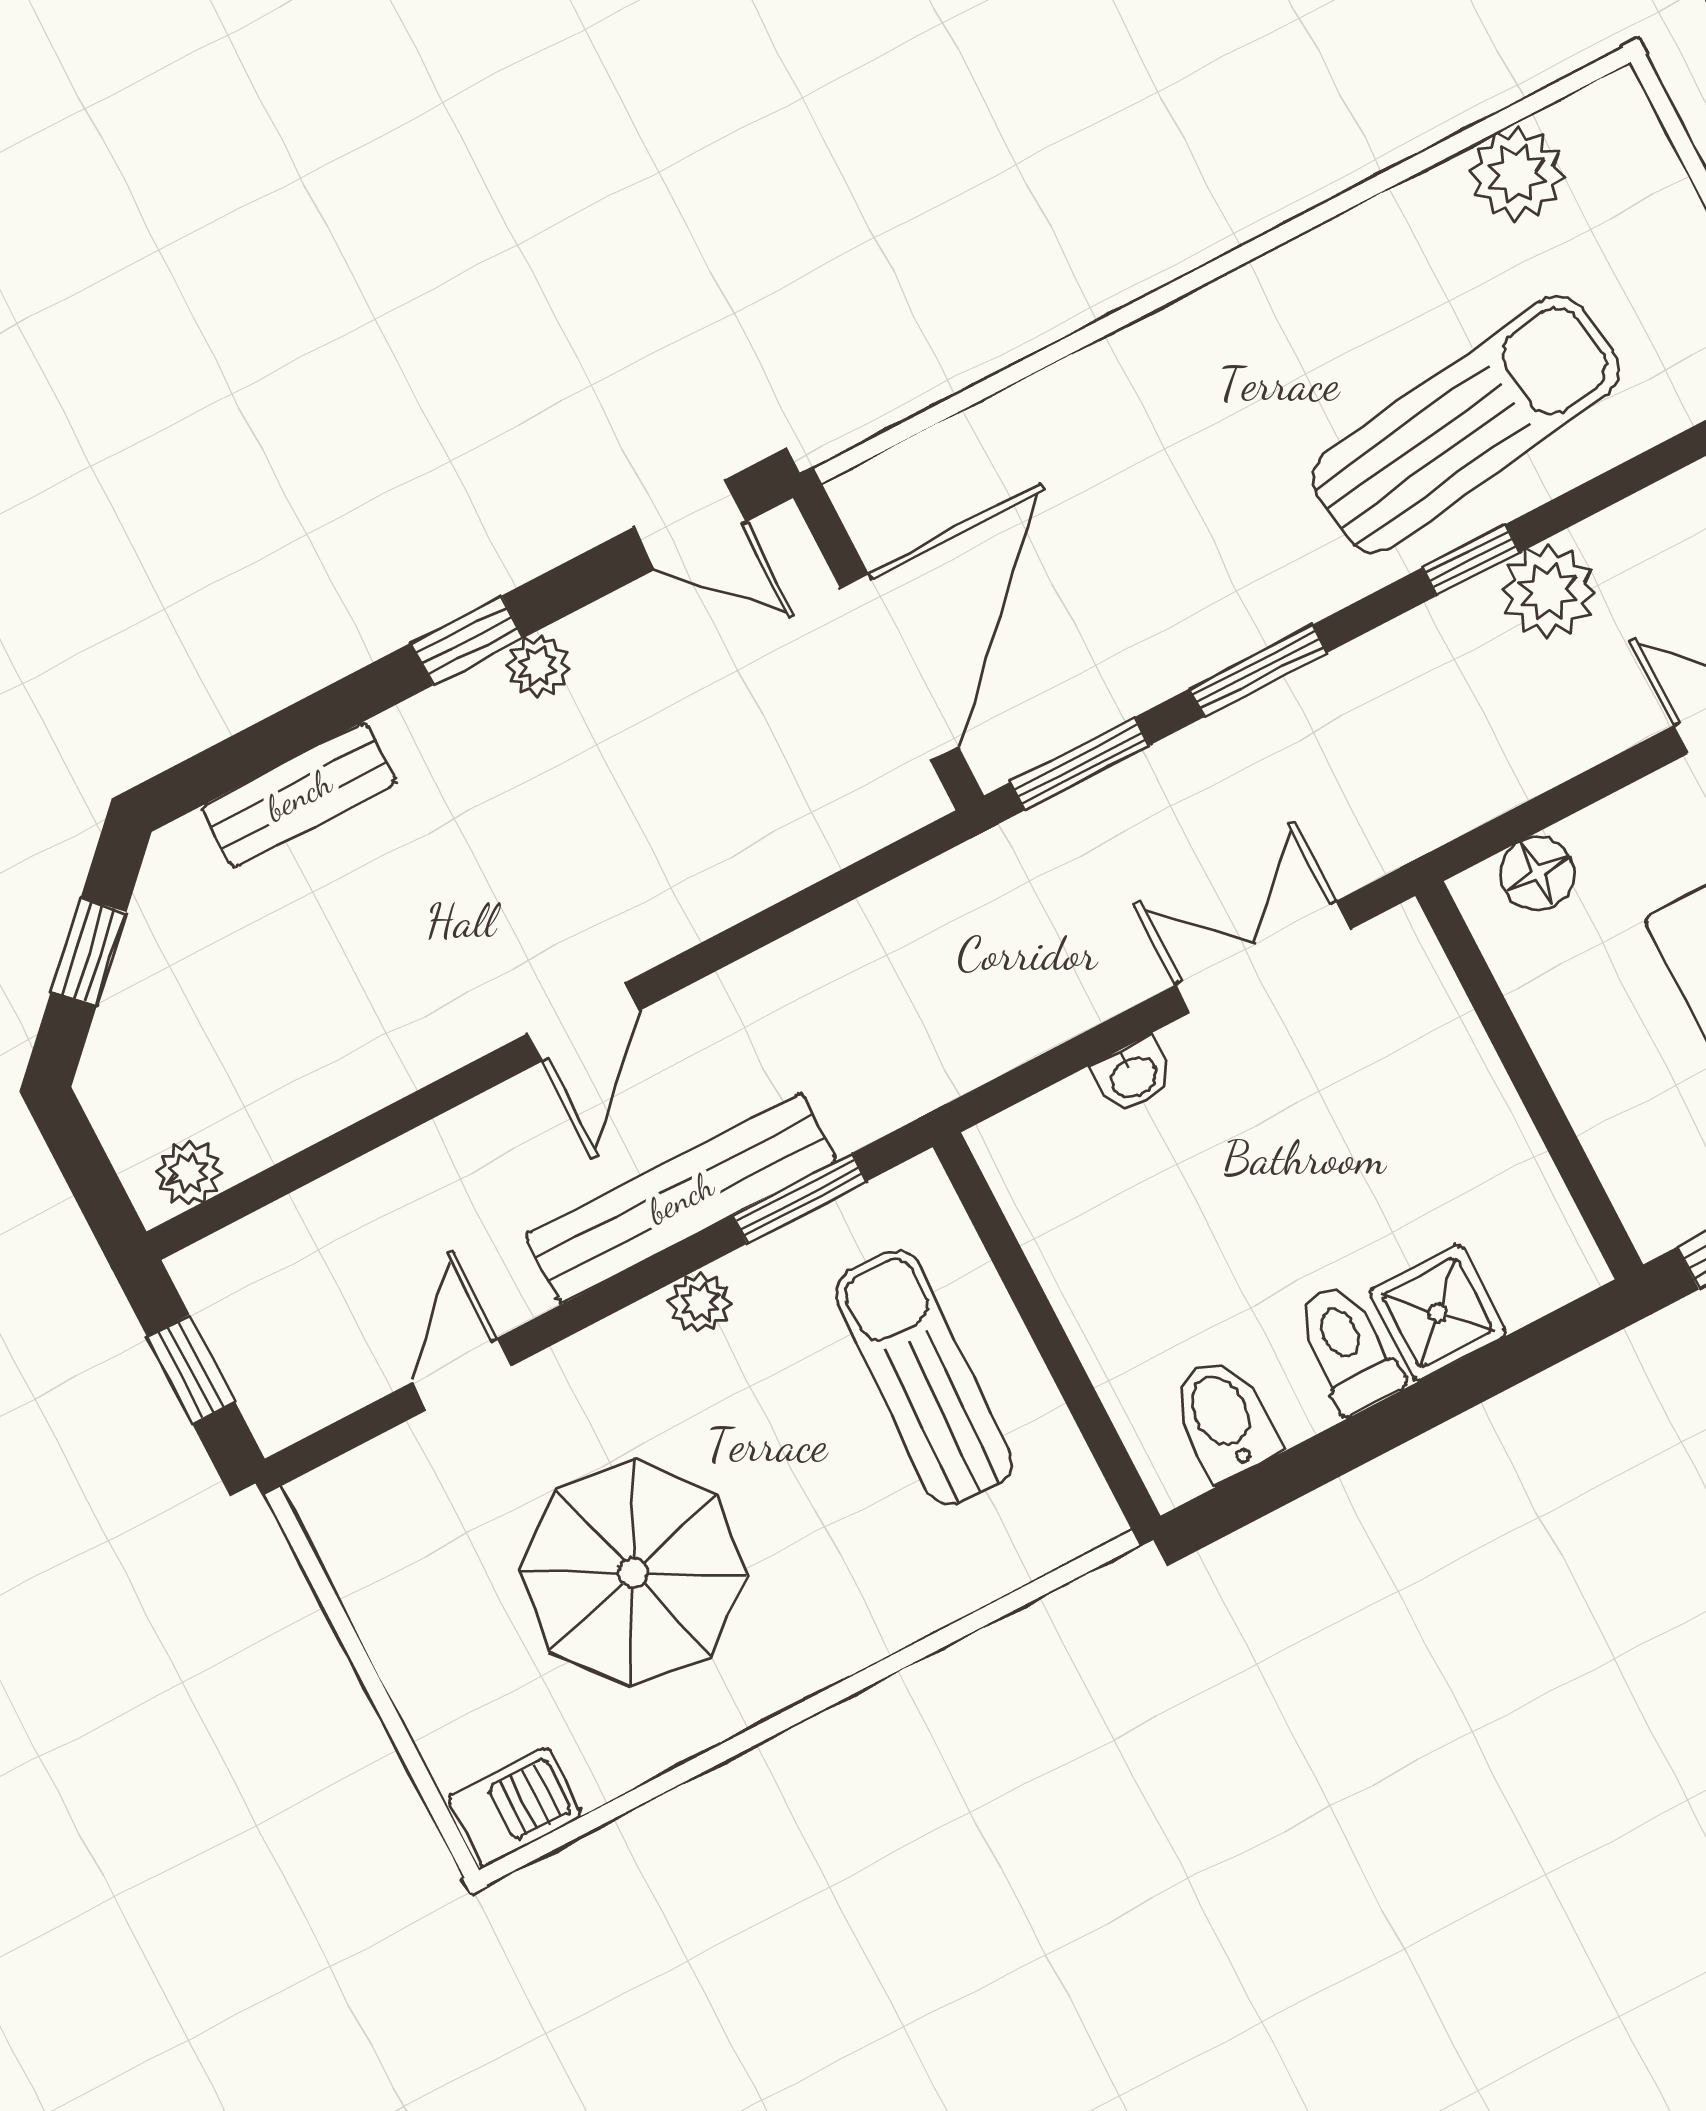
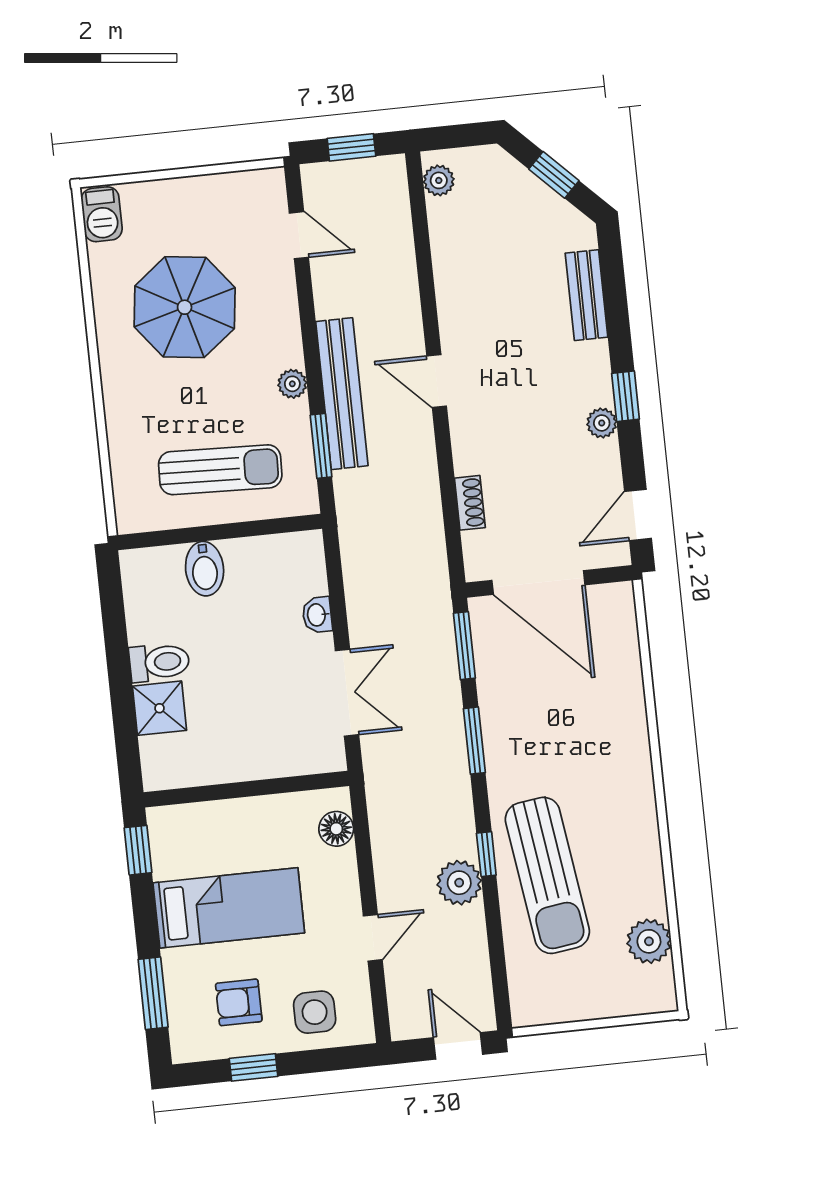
shoe rack: (796, 863) -> (470, 503), added
door: (462, 1374) -> (299, 235), moved
bidet: (1224, 1418) -> (205, 569), moved, turned 90

